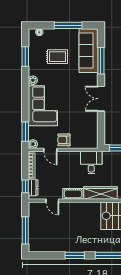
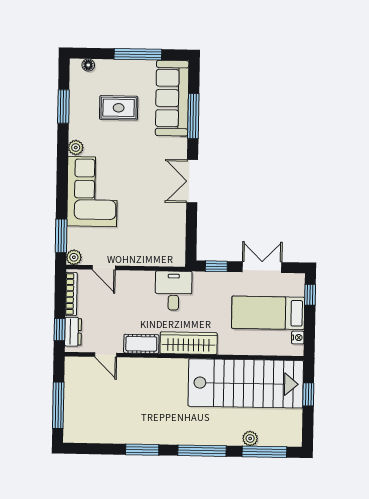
armchair: (64, 140) -> (127, 251), removed

